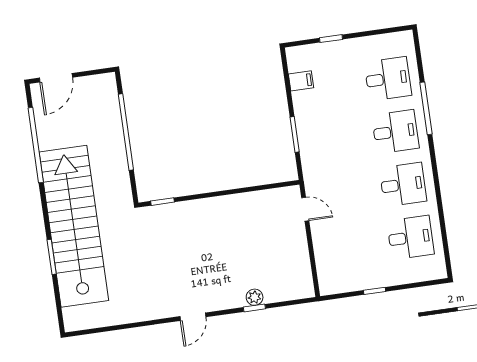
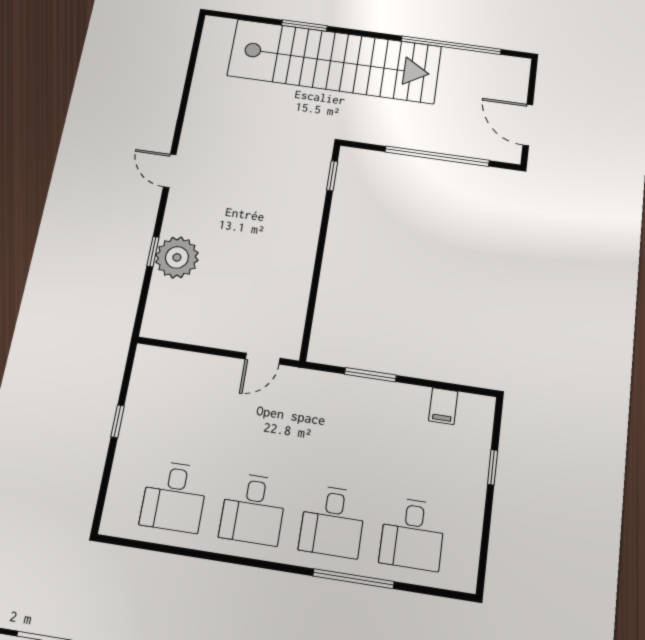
door: (56, 78) -> (528, 125), moved
plant: (255, 297) -> (177, 257), width x1.88, depth x1.88

